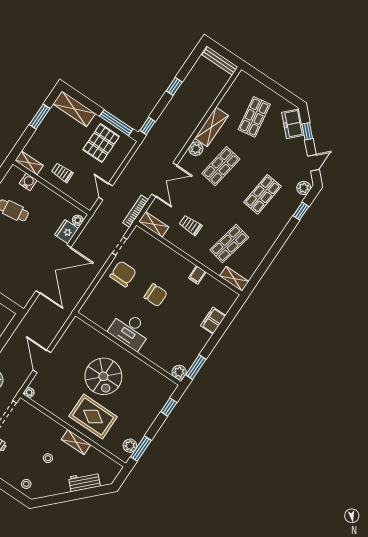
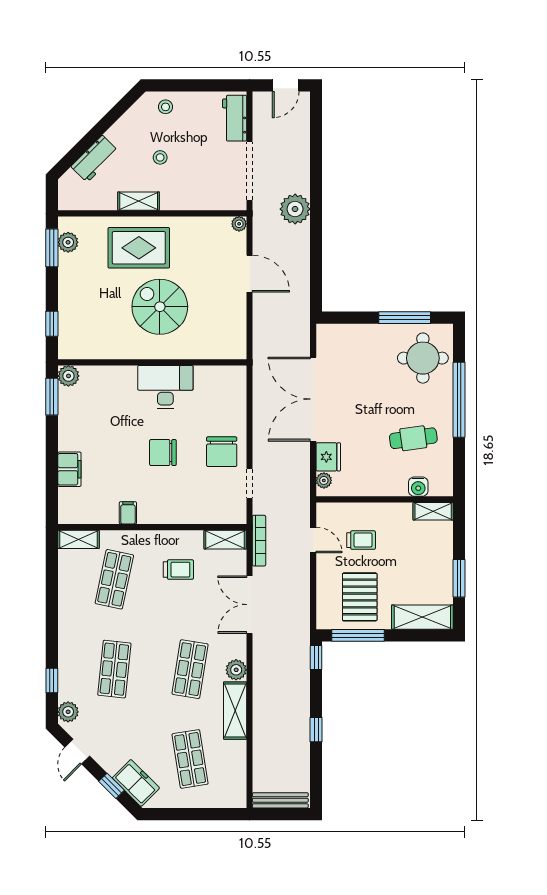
trolley: (62, 173) -> (361, 540), moved

